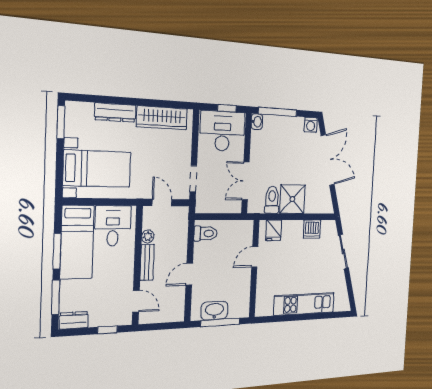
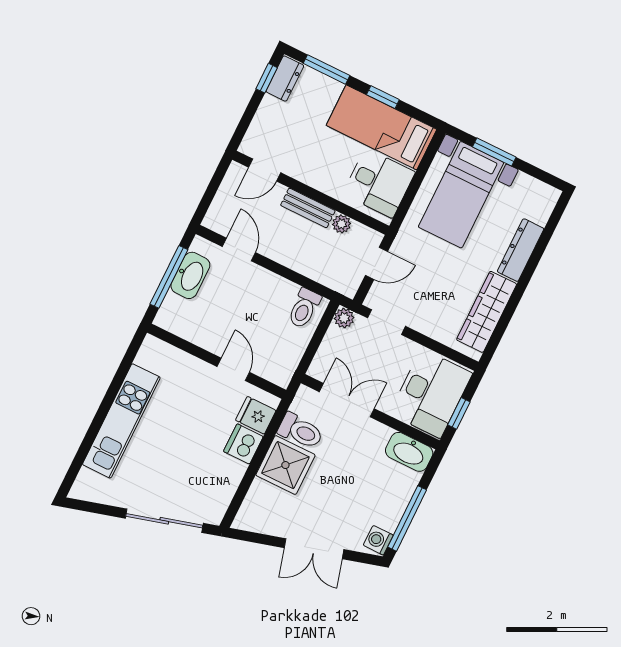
window: (278, 112) -> (407, 518), moved
window: (61, 122) -> (494, 152), moved
washbasin: (257, 122) -> (409, 452), width x1.91, depth x1.45
double door: (328, 160) -> (314, 549), width x0.73
plant: (201, 206) -> (344, 318), added
dishwasher: (312, 229) -> (243, 444), moved
window: (57, 251) -> (383, 97), width x0.67
sliding door: (343, 252) -> (164, 521), width x1.37
door: (189, 274) -> (239, 249), moved
window: (107, 330) -> (267, 78), moved

